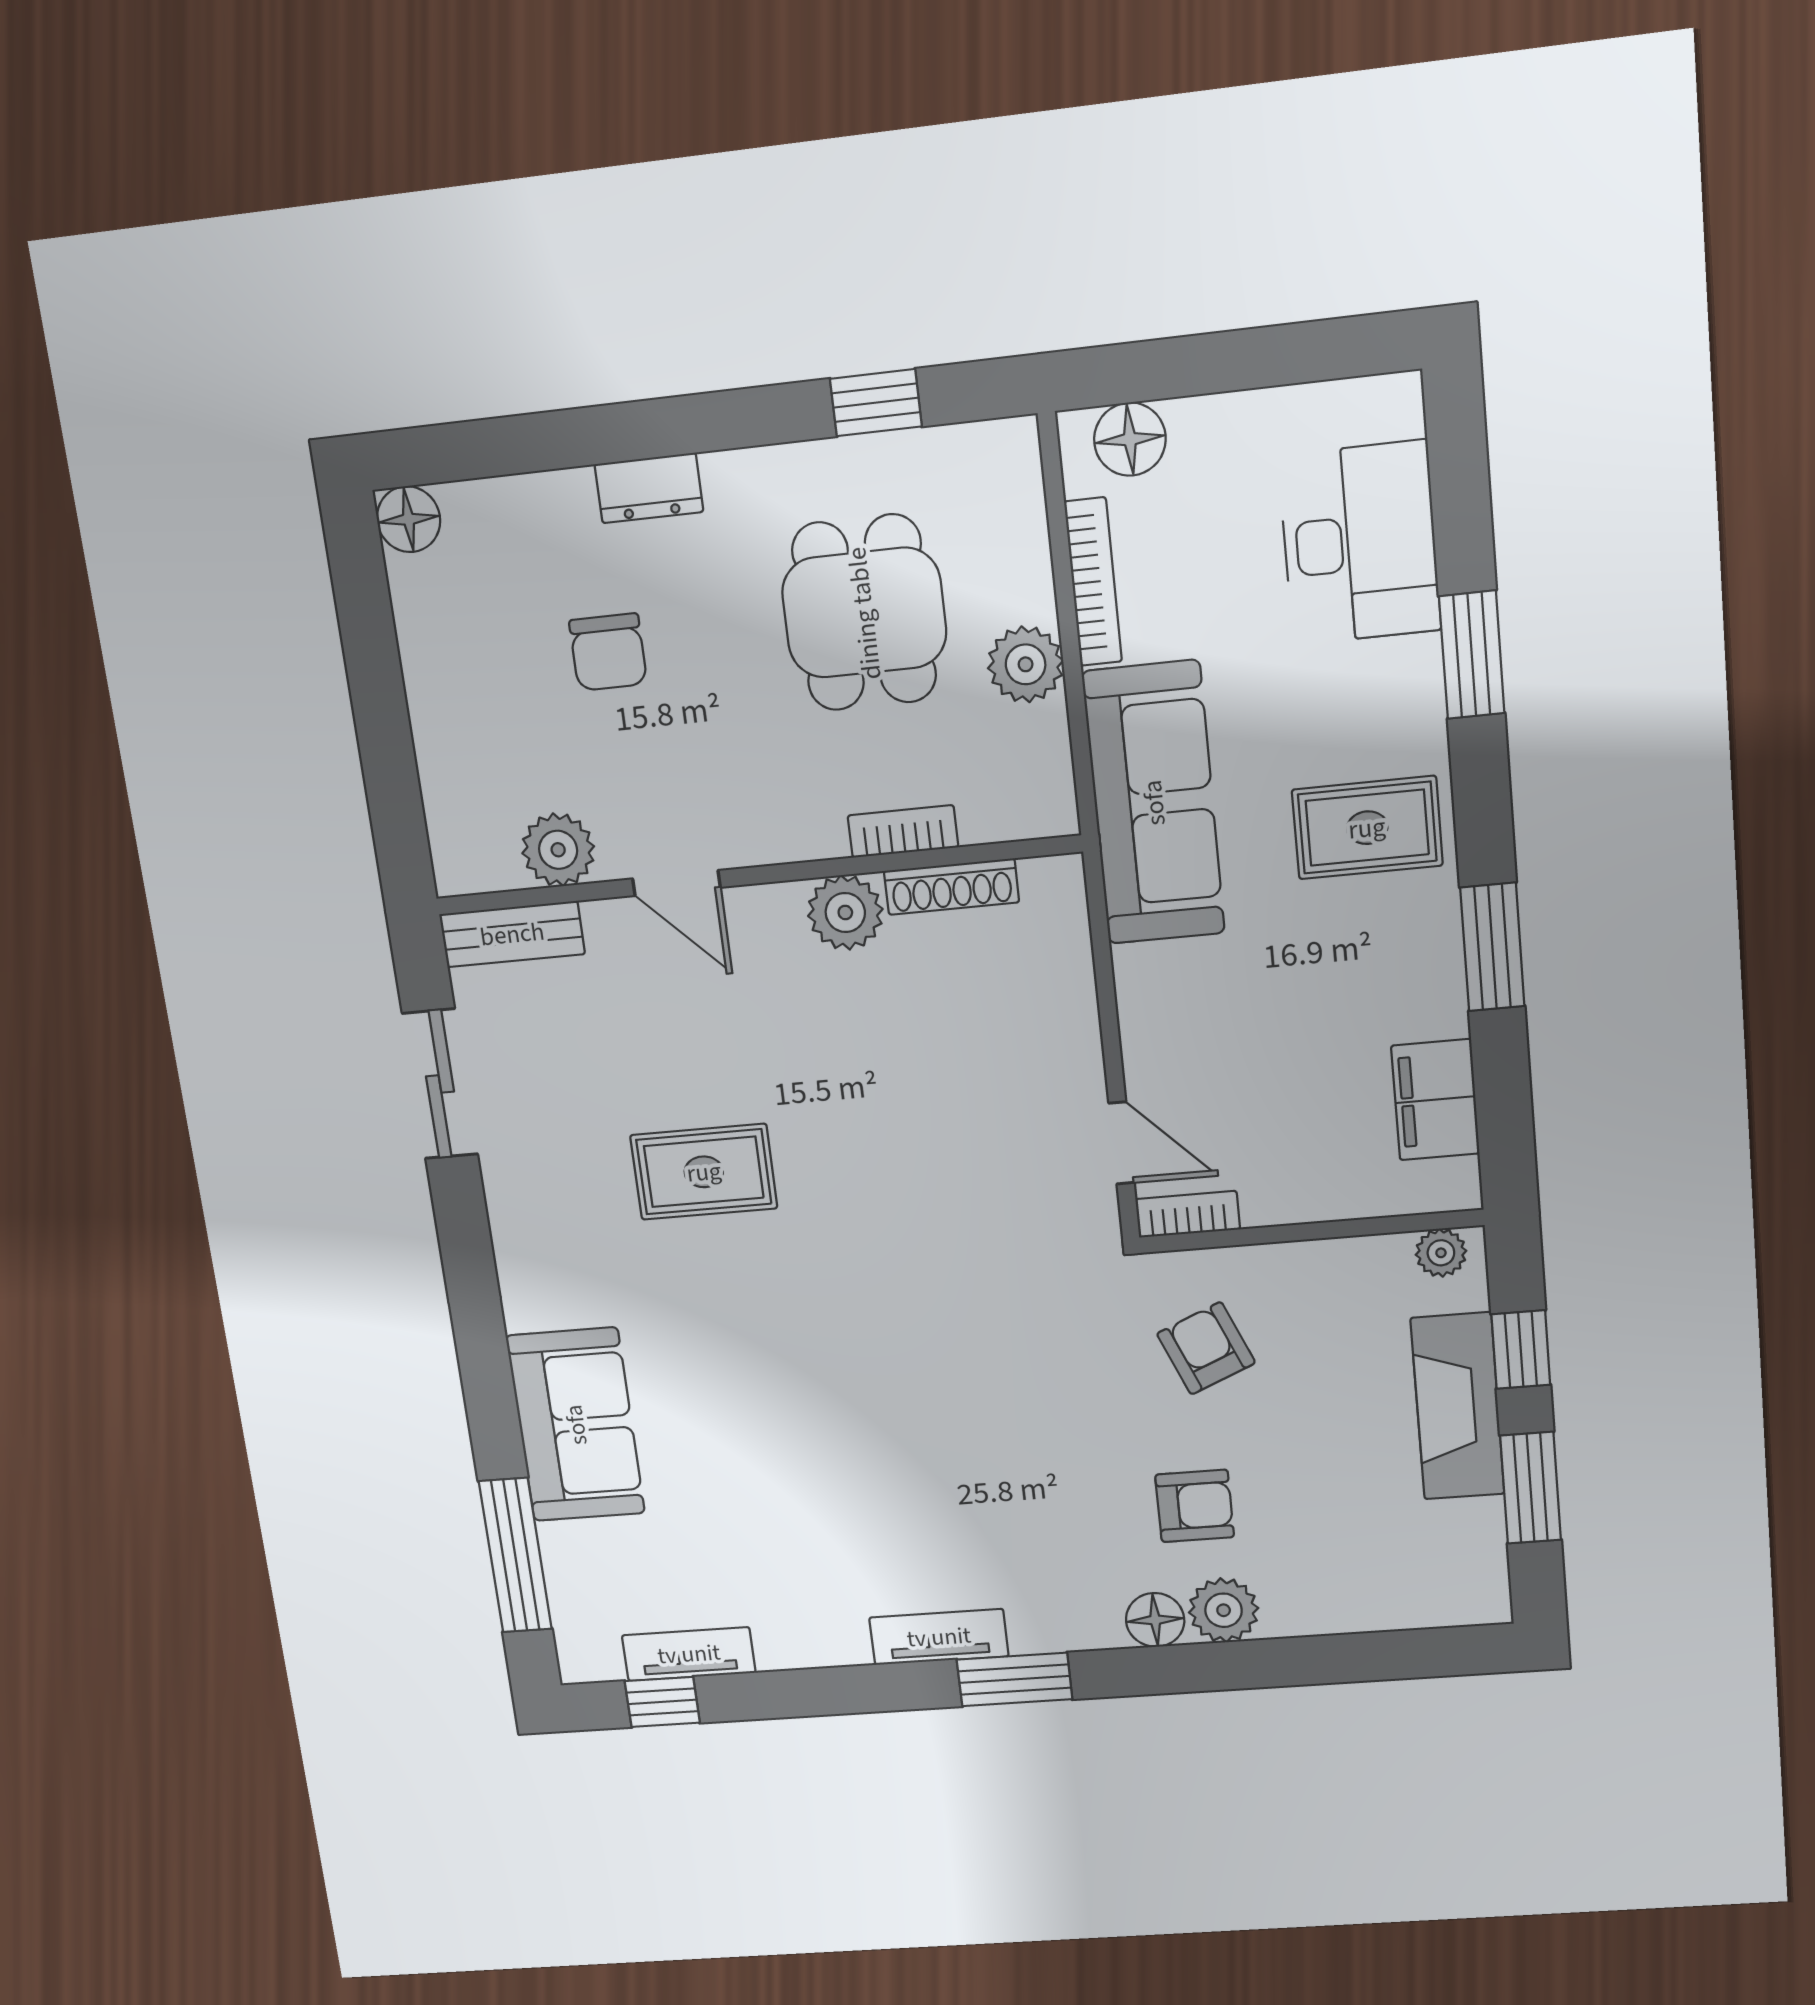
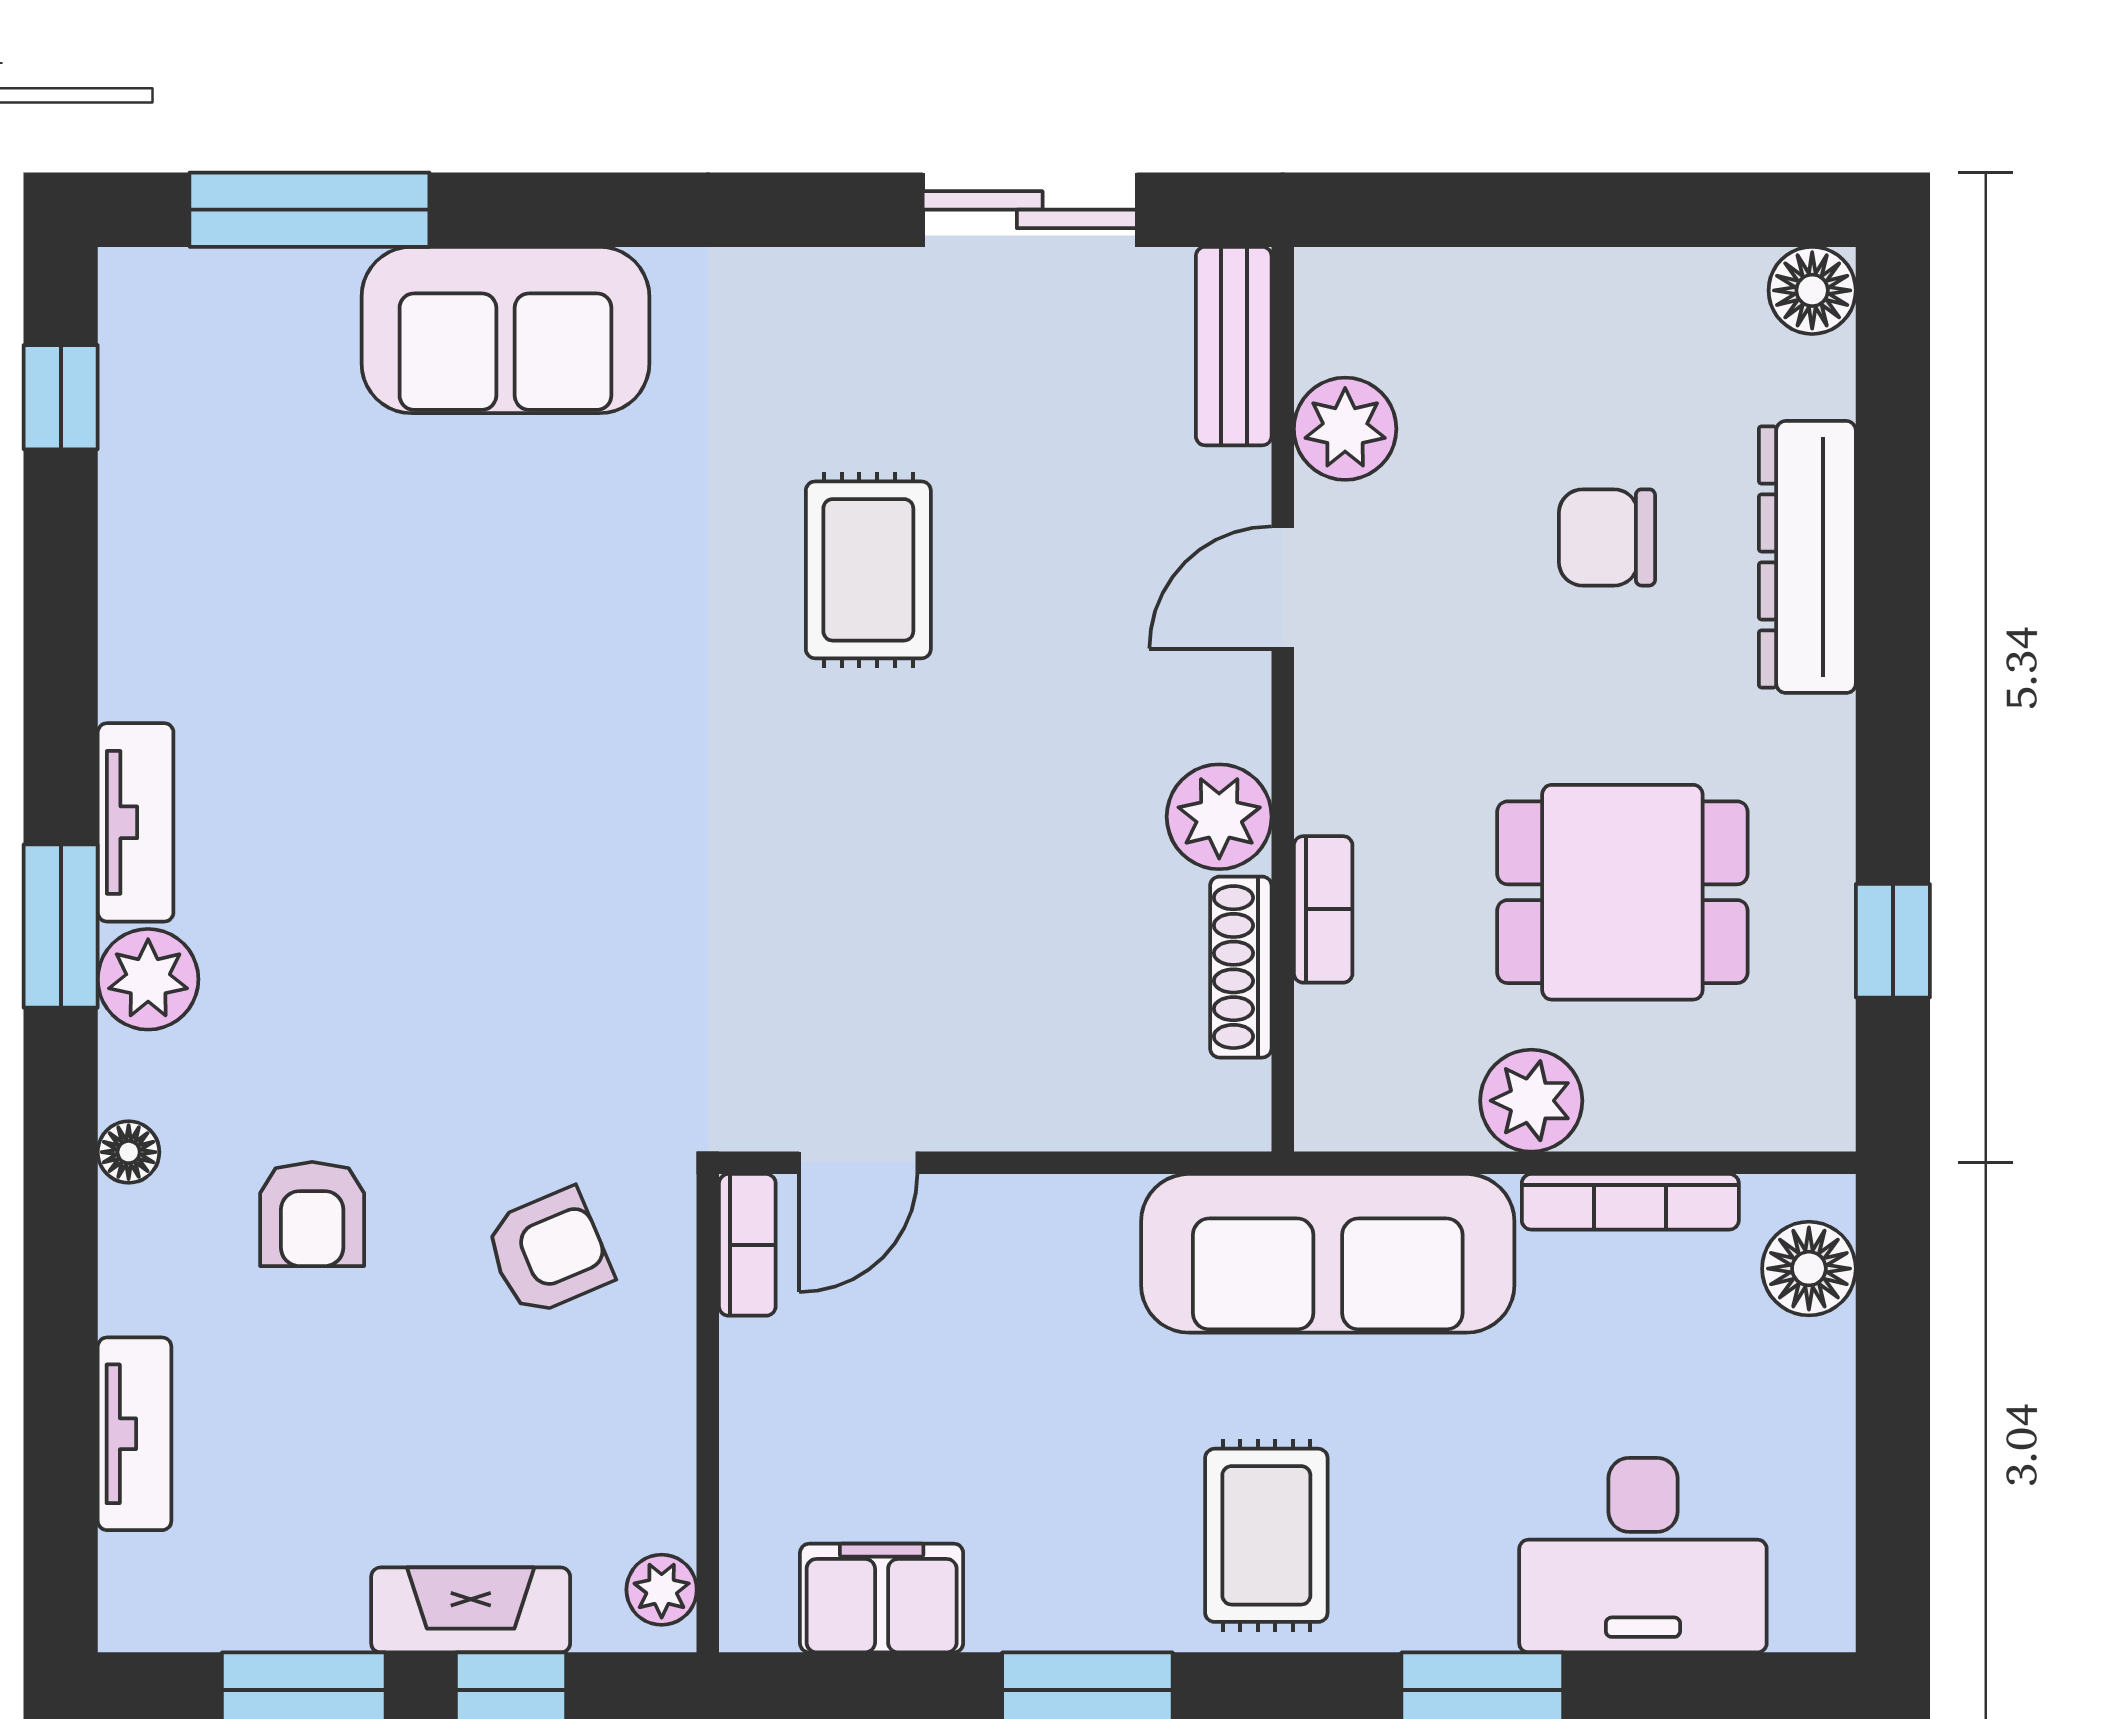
dresser: (649, 488) -> (1807, 557), width x1.96, depth x1.24
fireplace: (1458, 1406) -> (471, 1610), width x0.73, depth x0.76
plant: (1224, 1610) -> (148, 979), moved
floor lamp: (1155, 1620) -> (129, 1152), width x0.73, depth x0.73
tv unit: (689, 1654) -> (135, 1434), moved

